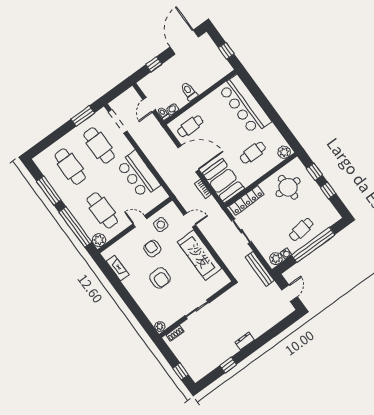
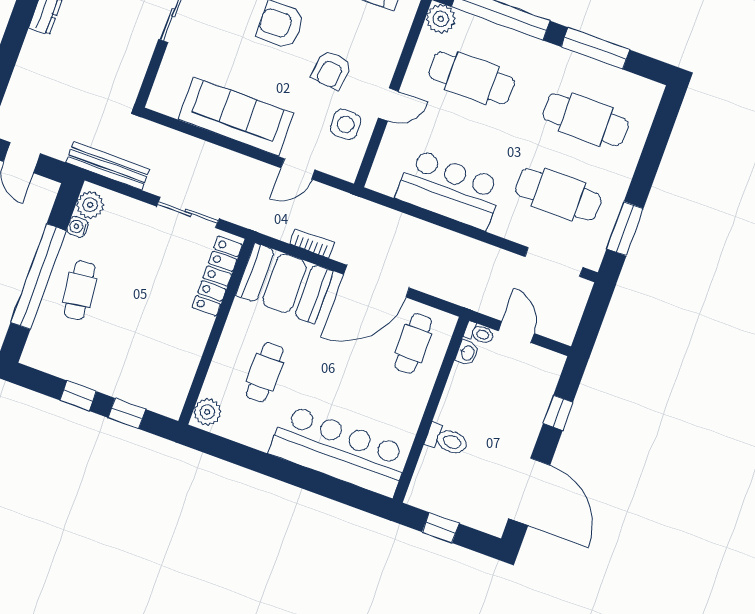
toilet: (189, 91) -> (447, 440), moved
round table: (288, 187) -> (157, 352), removed
armchair: (152, 248) -> (331, 70), turned 96

